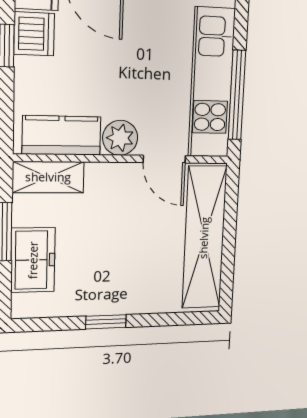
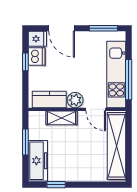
shelving: (48, 177) -> (61, 118), moved
freezer: (33, 260) -> (38, 161), width x1.40
window: (106, 322) -> (56, 185), moved

